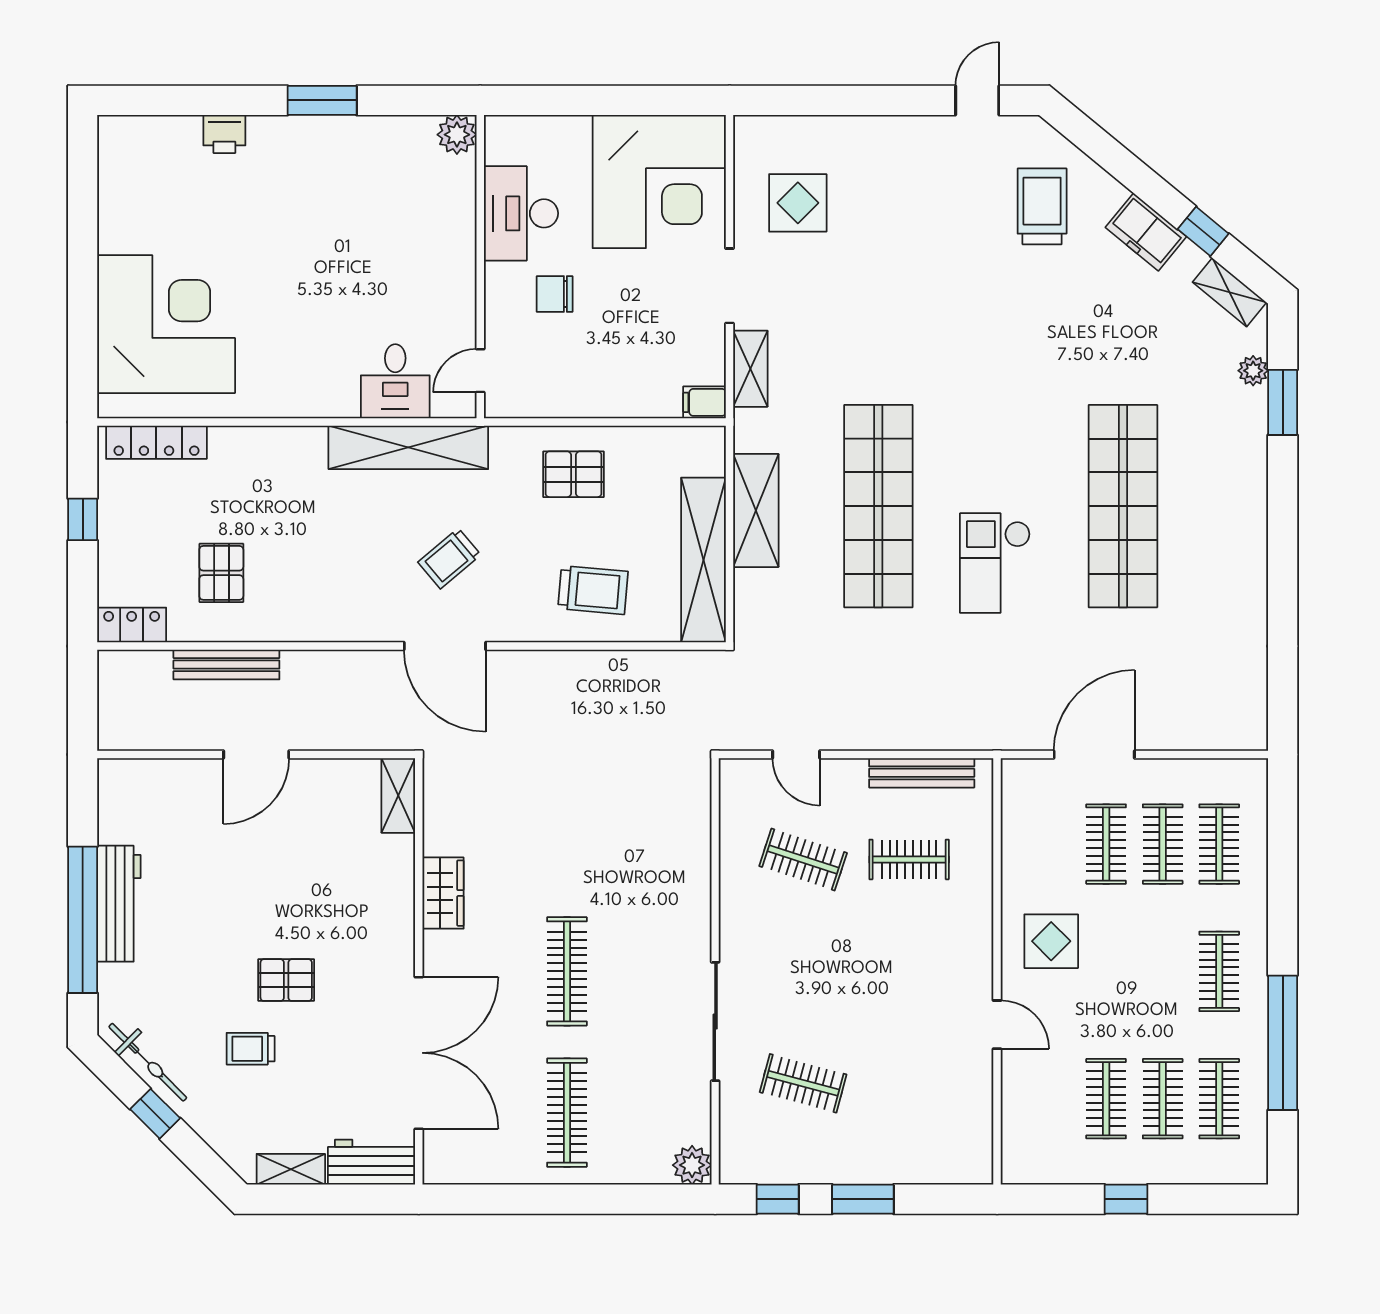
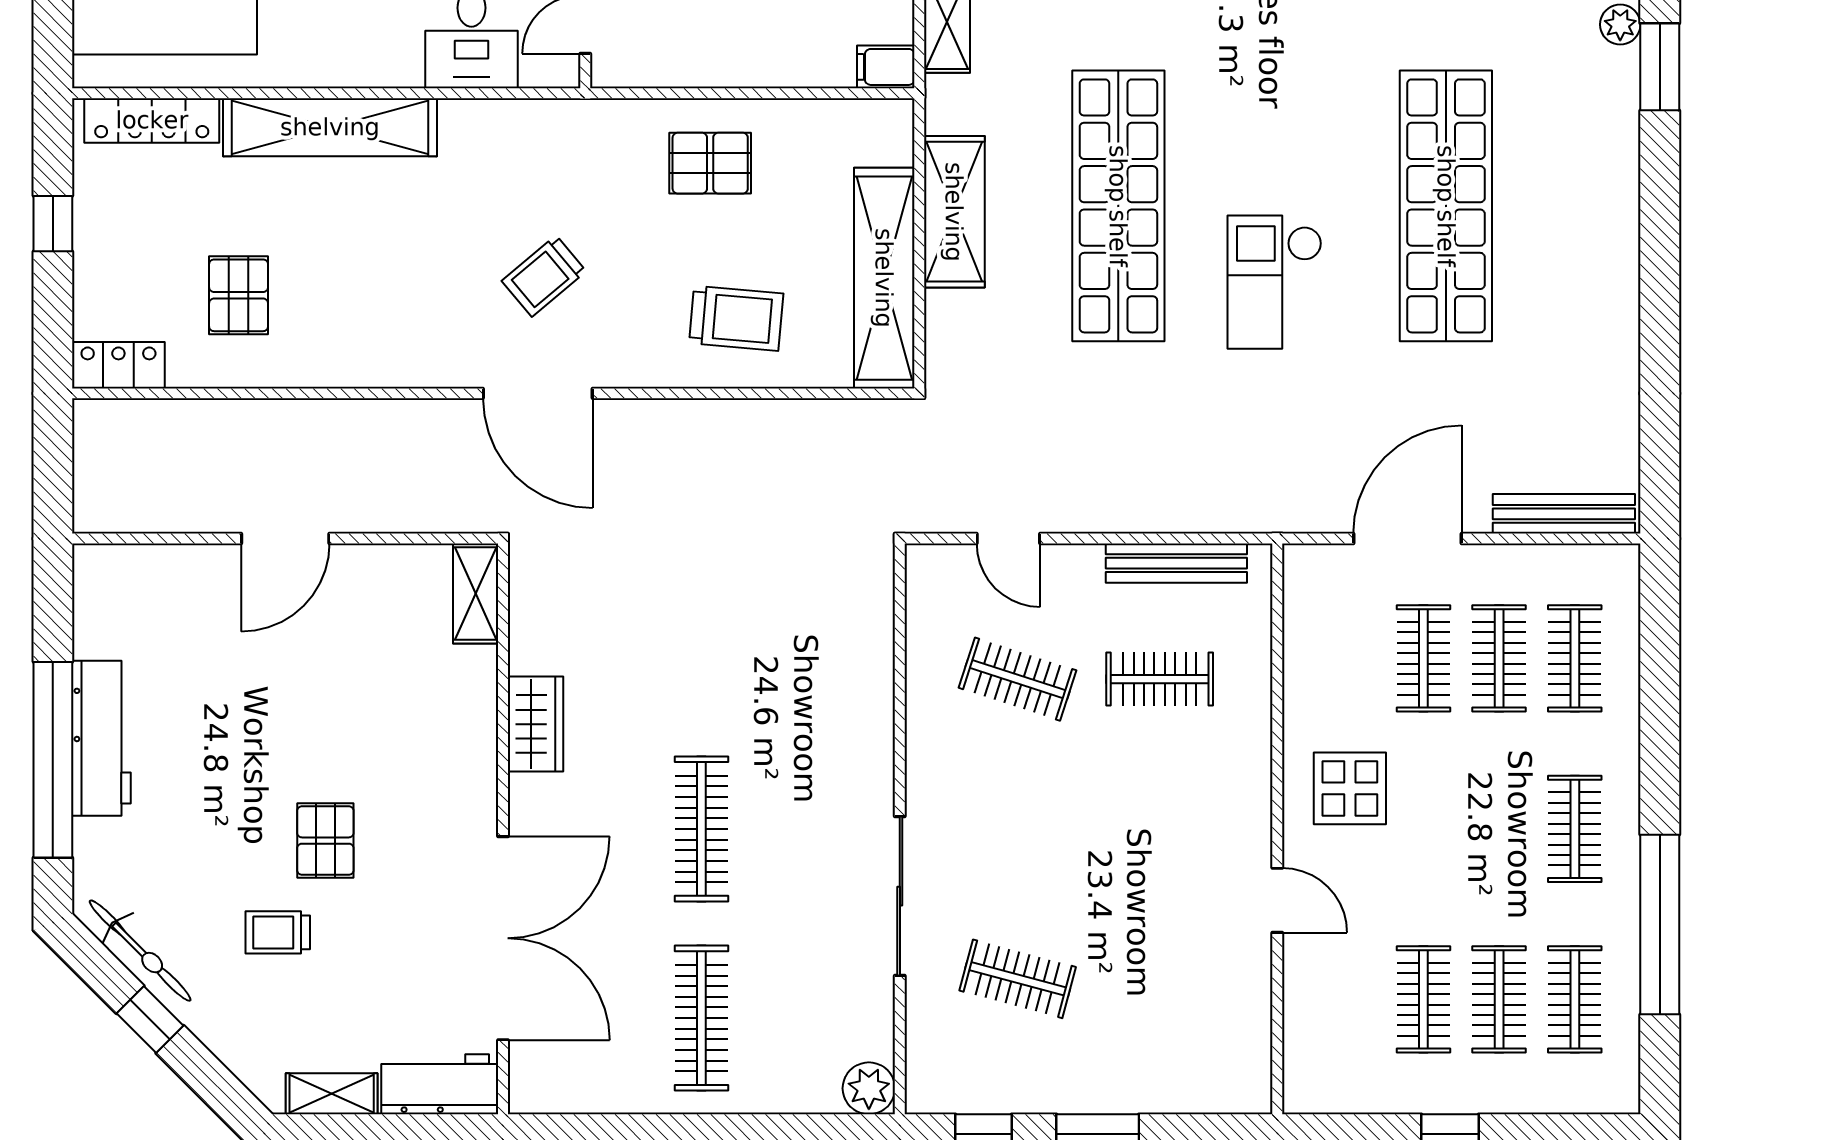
shelving: (408, 447) -> (330, 127), moved
bench: (226, 665) -> (1564, 514), moved
pallet: (286, 980) -> (325, 841), turned 90

